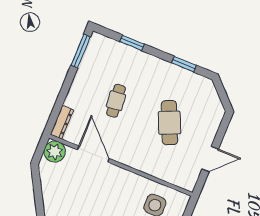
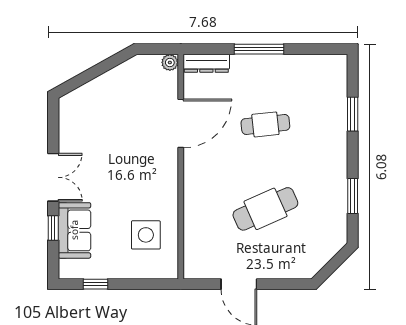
window: (81, 51) -> (259, 49), moved
plant: (55, 152) -> (170, 62), width x0.53, depth x0.53

